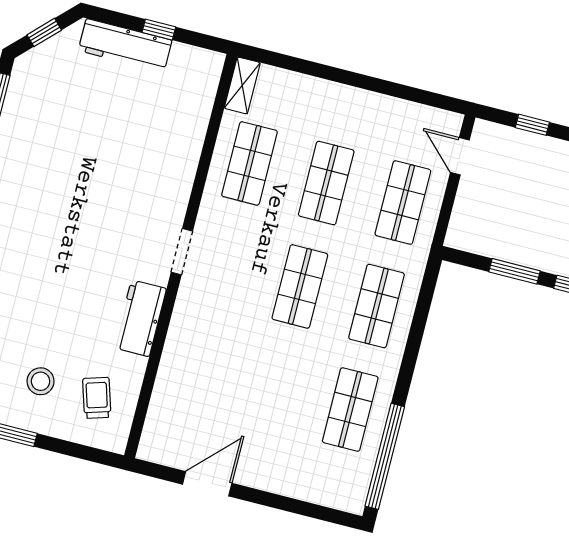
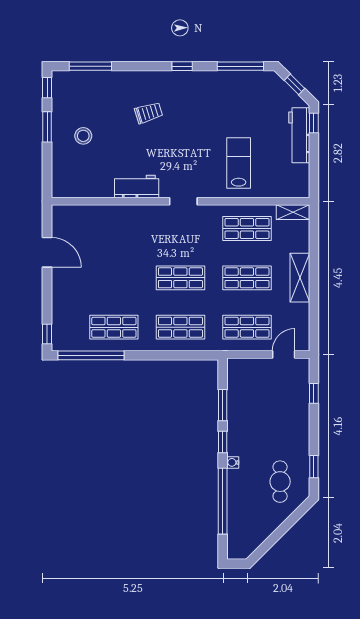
window: (159, 30) -> (314, 123), moved
shelving: (347, 101) -> (300, 278), added
lab bench: (144, 151) -> (239, 163), added
trolley: (97, 398) -> (149, 113), moved
window: (334, 516) -> (47, 334), added

